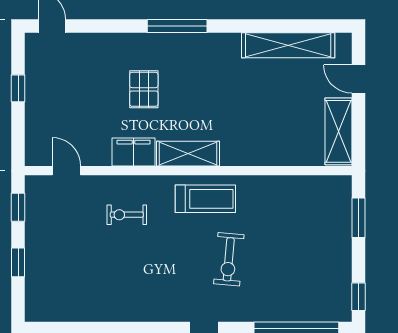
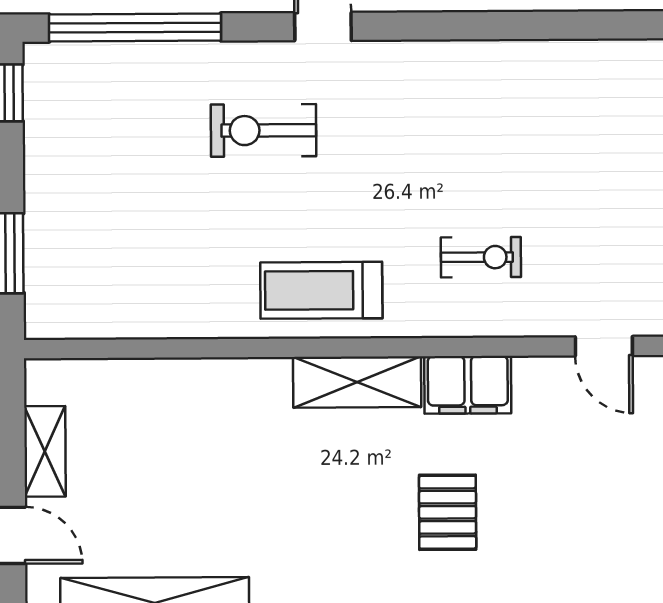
shelving: (338, 131) -> (45, 451), width x0.67, depth x0.75
exercise bike: (229, 259) -> (263, 130), moved, turned -95

